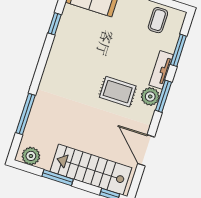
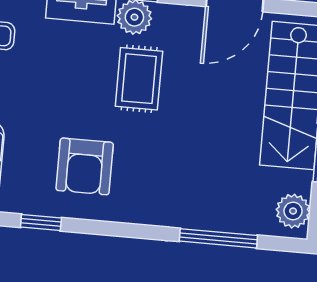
armchair: (79, 53) -> (85, 166), added

